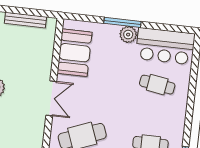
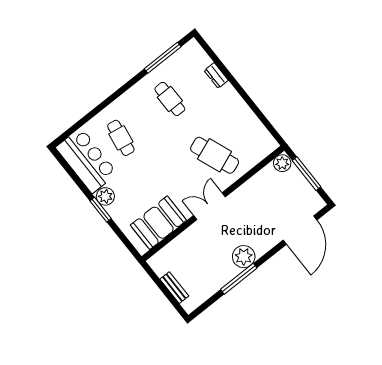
bench: (25, 20) -> (174, 288), width x0.73
window: (122, 22) -> (101, 210), width x0.69

